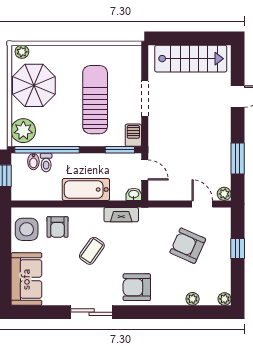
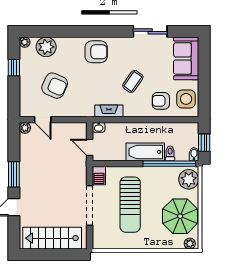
doorway: (145, 98) -> (90, 206), width x1.36
window: (120, 150) -> (110, 164), removed
window: (238, 158) -> (14, 174), moved
bidet: (33, 162) -> (194, 154), moved
bathtub: (86, 190) -> (145, 152), moved, turned 180
armchair: (58, 227) -> (161, 101), turned -90
window: (238, 249) -> (14, 68), moved
plant: (193, 299) -> (46, 47), width x1.88, depth x1.88
sliding door: (92, 312) -> (150, 31), moved

